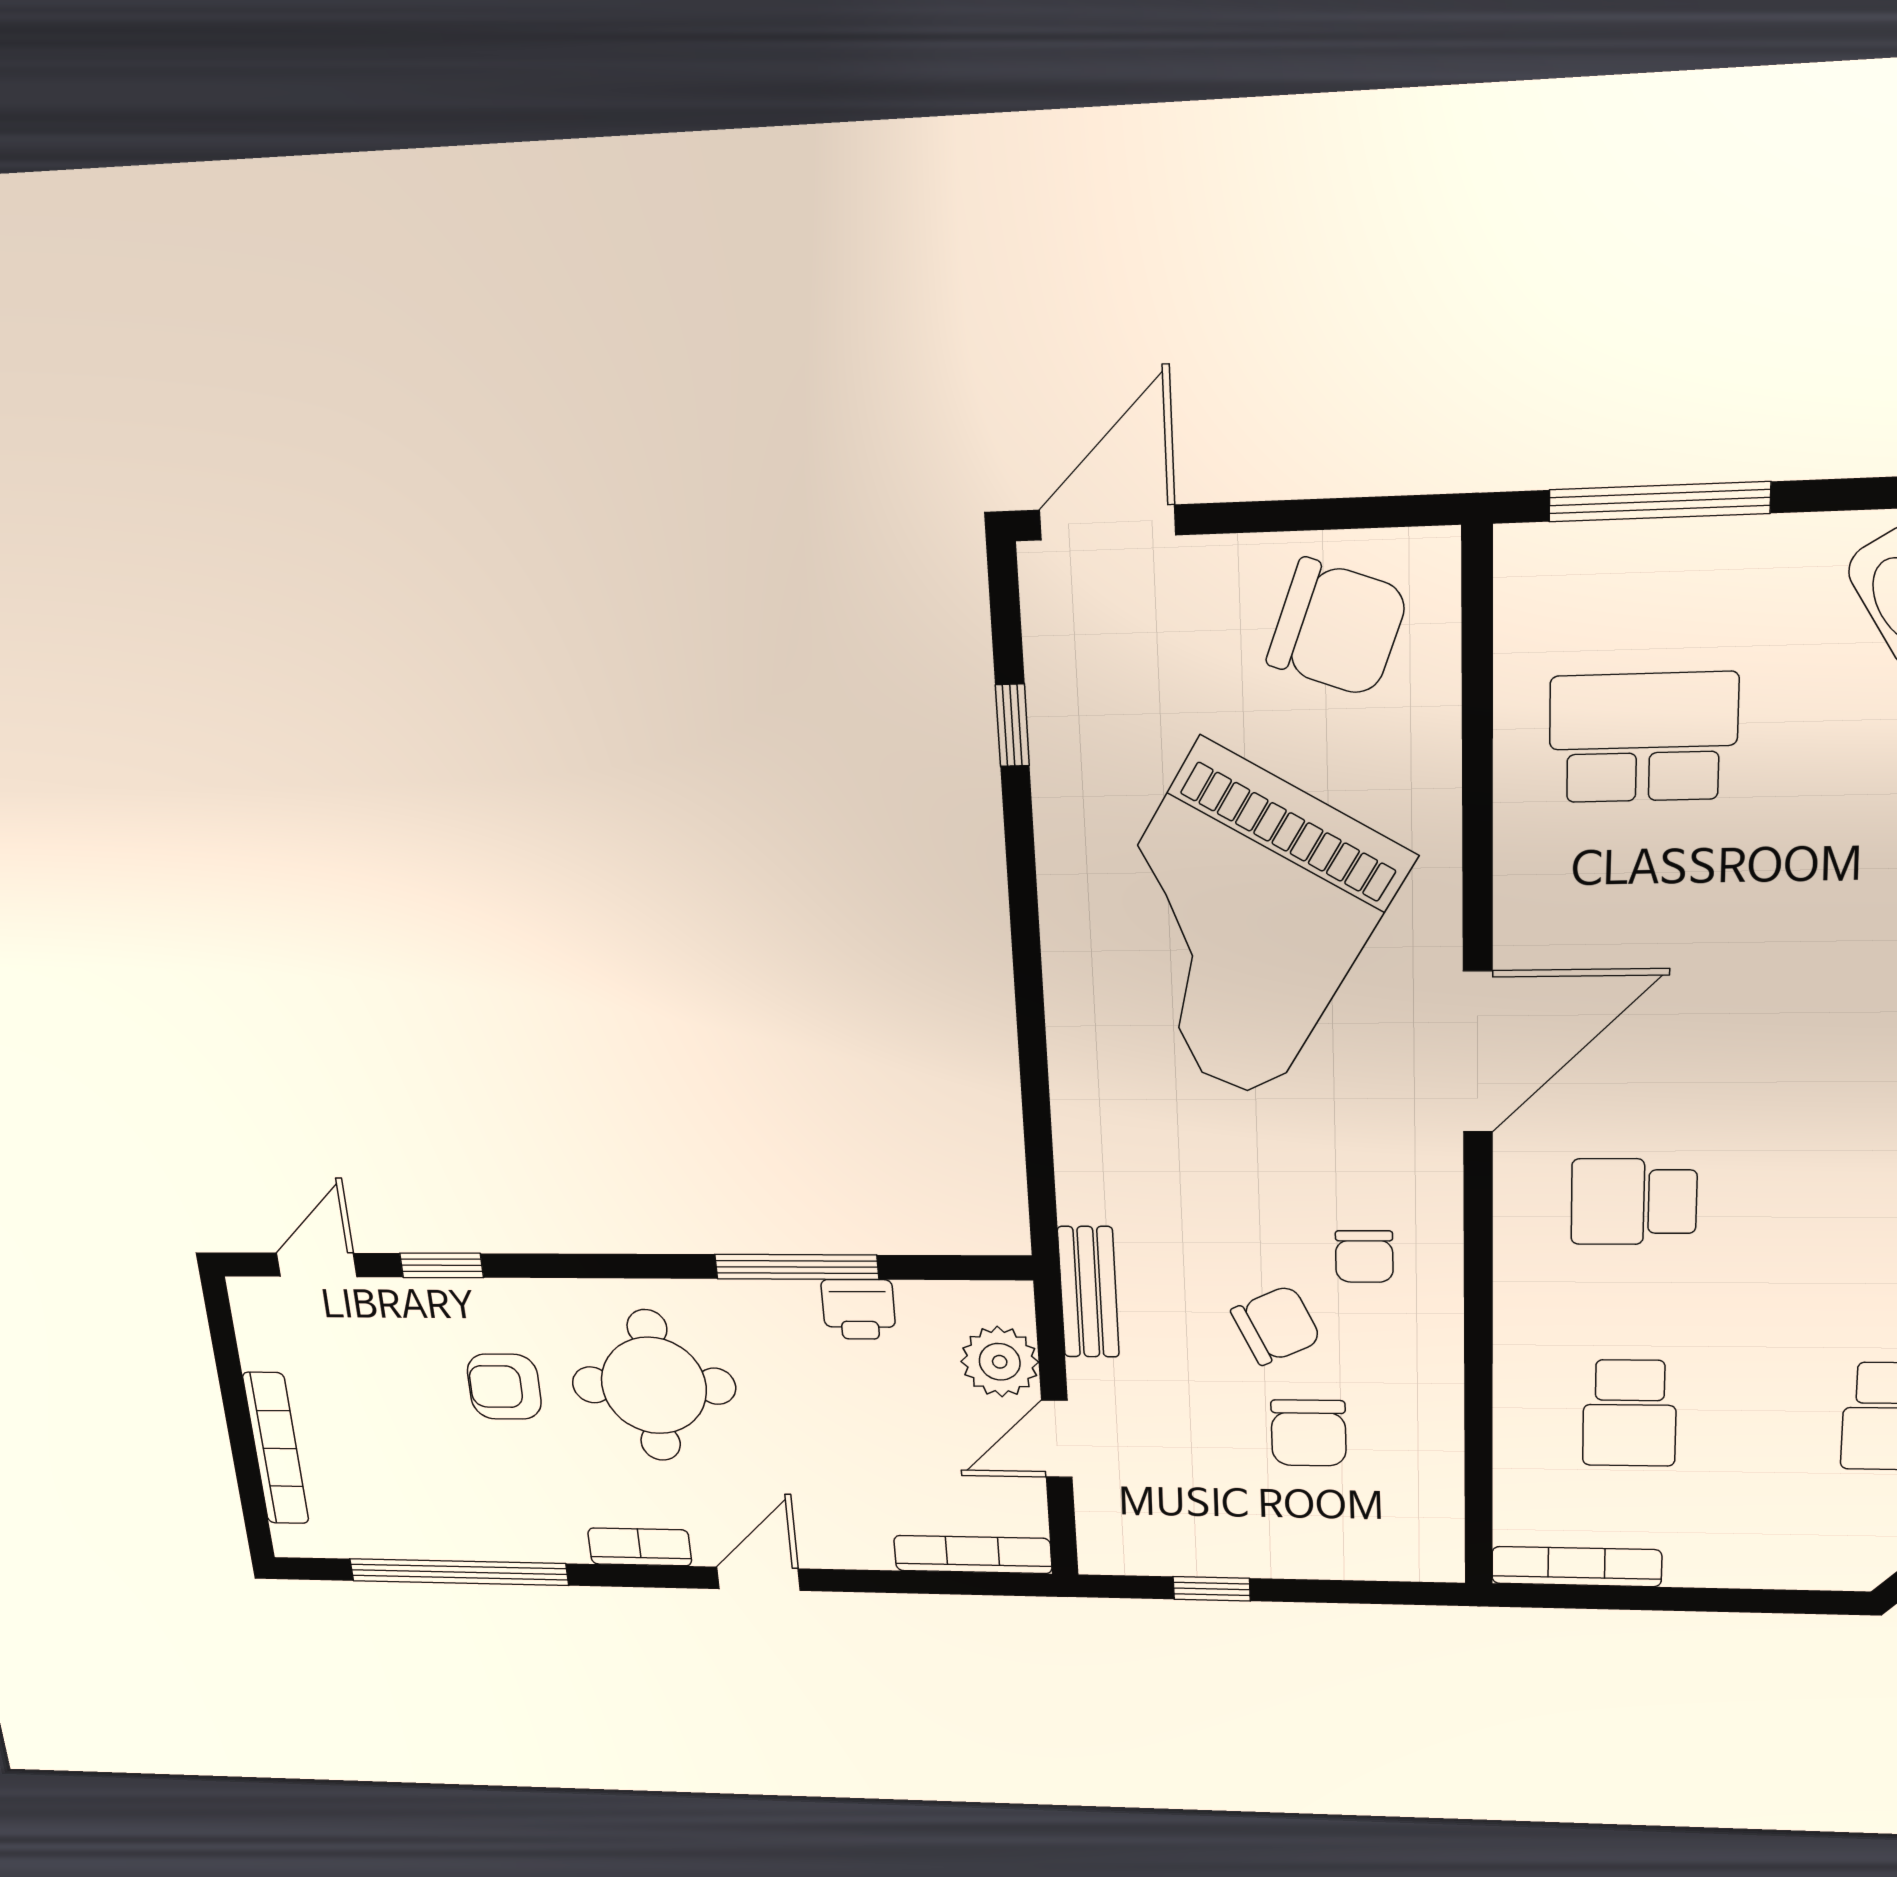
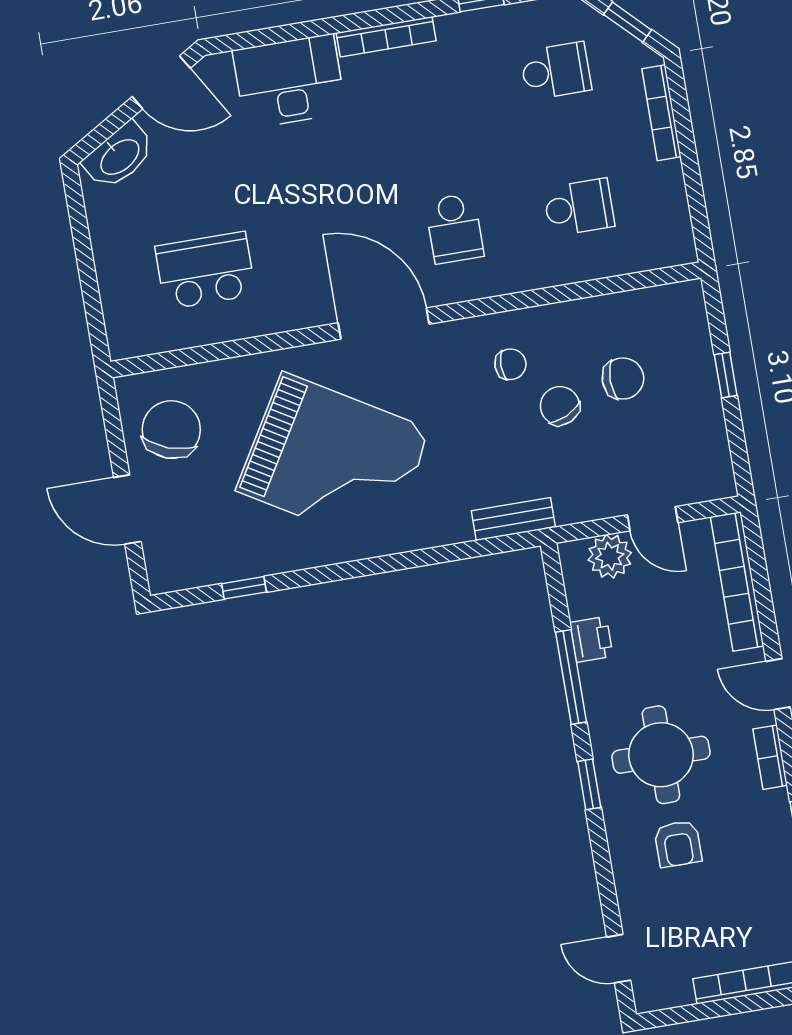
window: (1659, 502) -> (89, 285), removed
door: (1107, 523) -> (127, 510), moved
school desk: (1643, 738) -> (205, 271), turned 90
window: (442, 1265) -> (589, 784), moved
bench: (1088, 1292) -> (513, 519), moved
bookcase: (973, 1554) -> (737, 581), width x1.48, depth x1.31
bookcase: (1576, 1567) -> (661, 113), moved
window: (1212, 1589) -> (726, 375), moved

